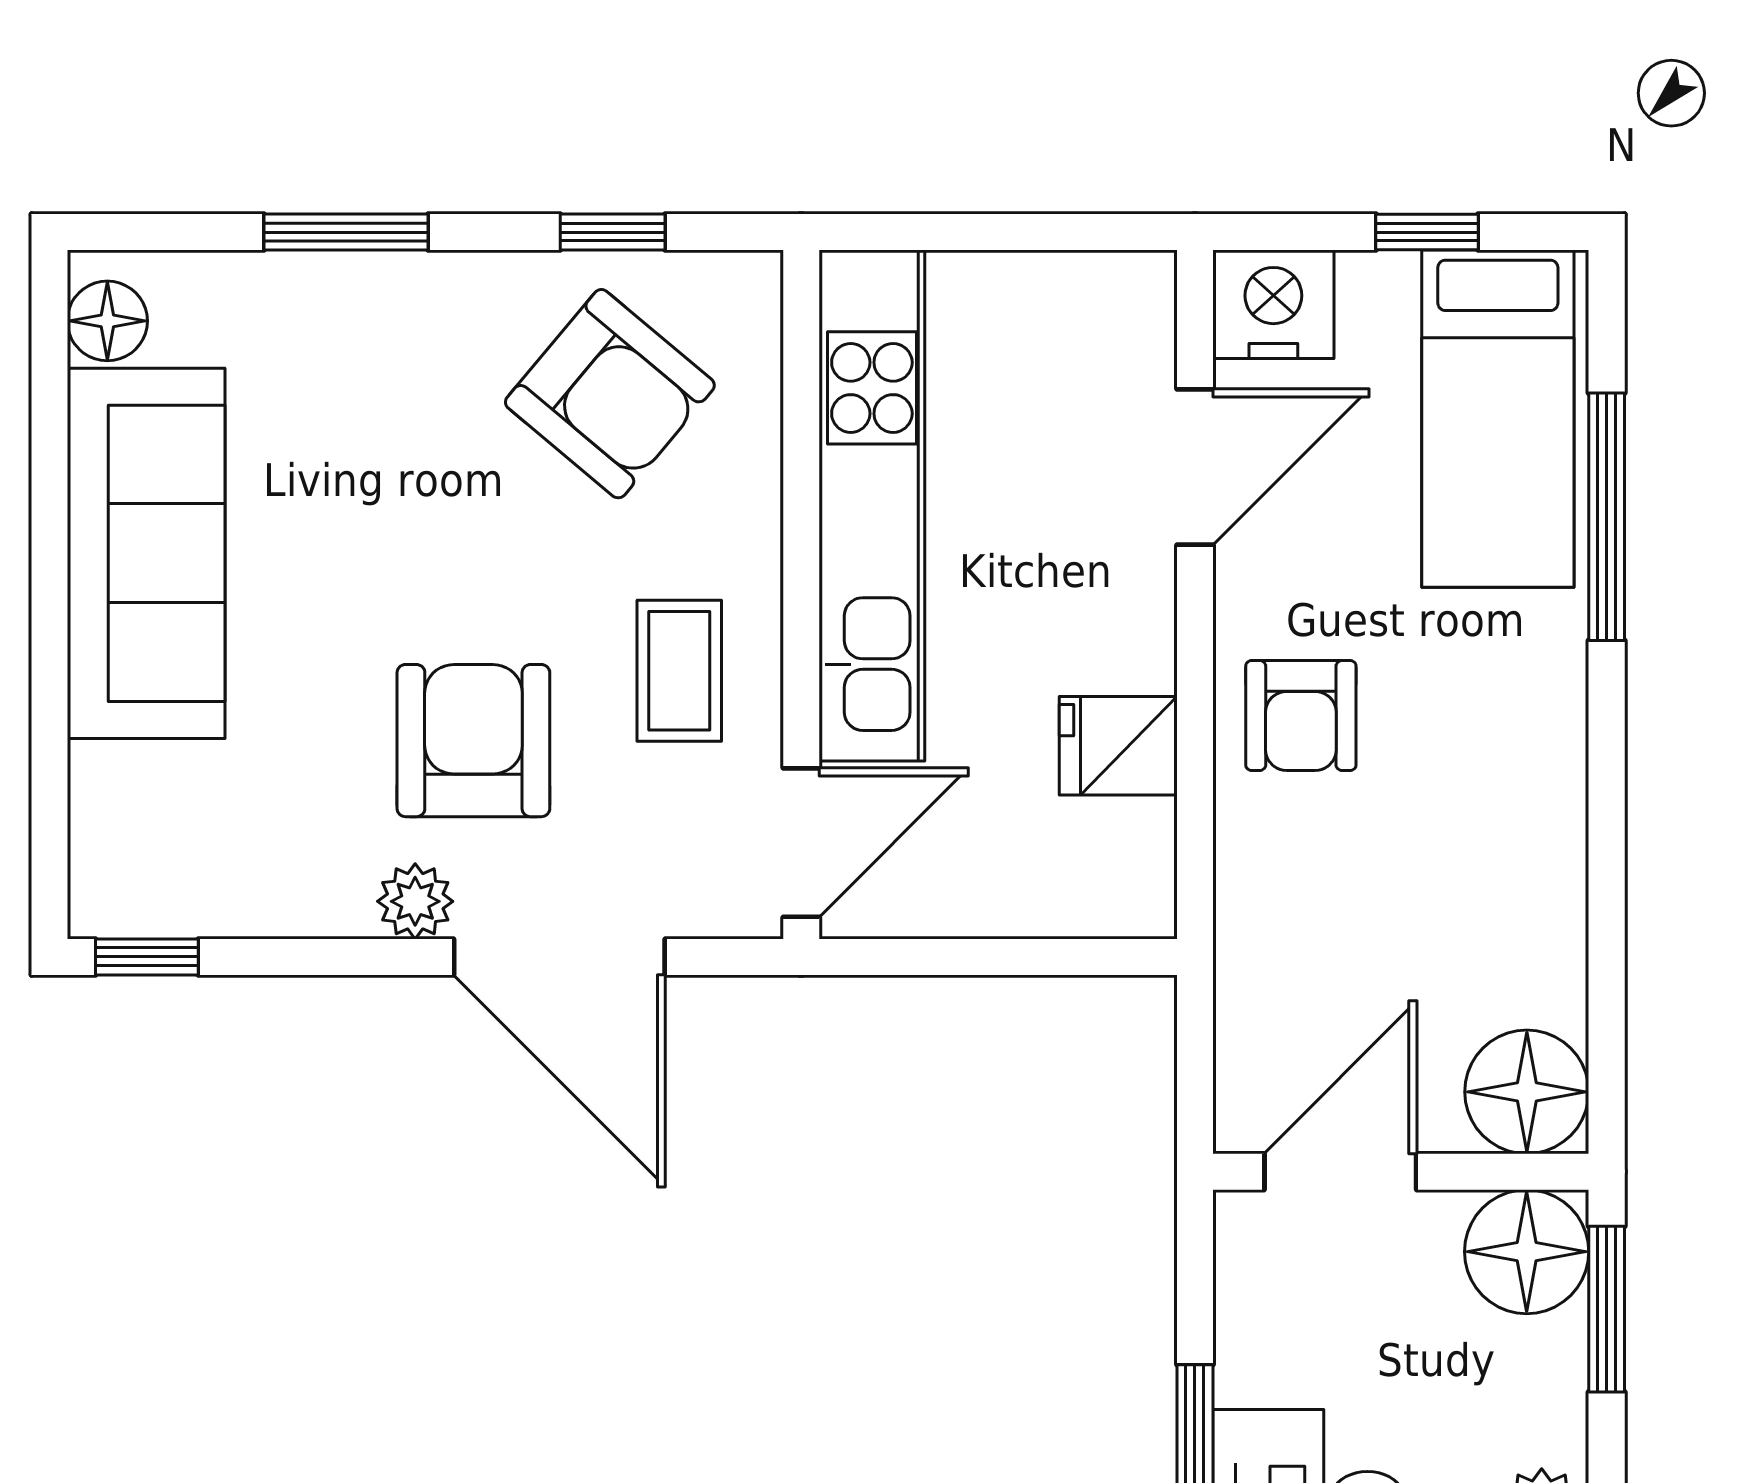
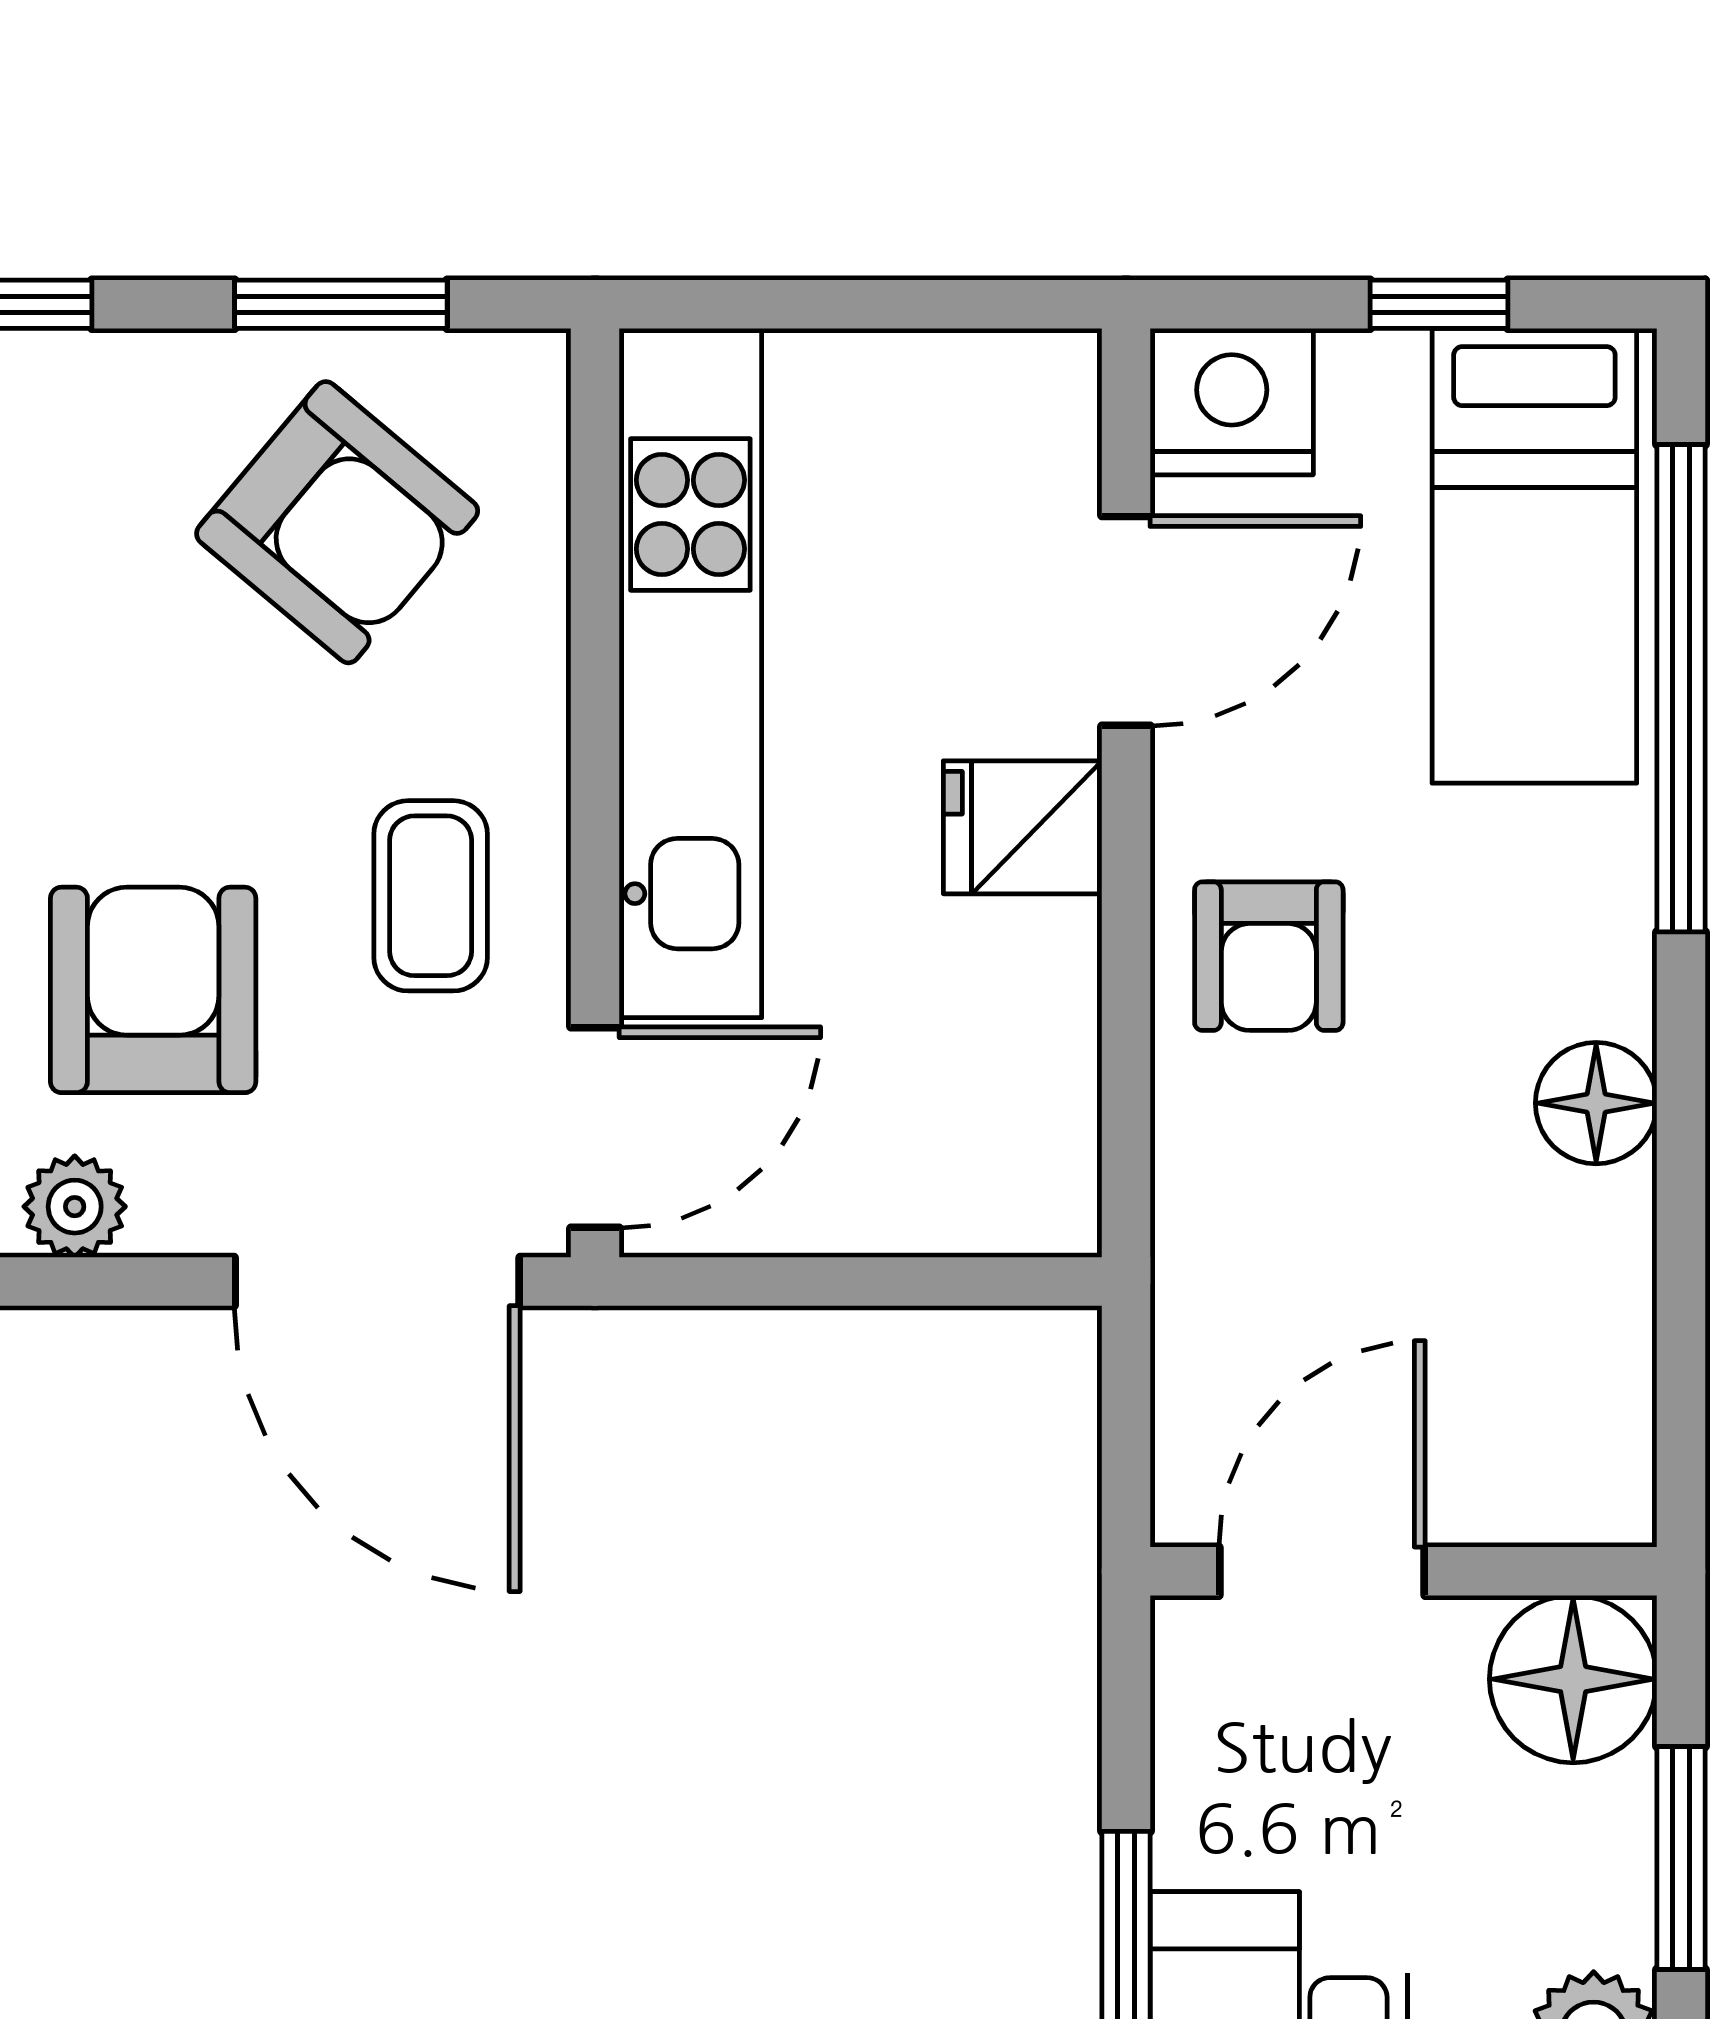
window: (613, 232) -> (341, 304), width x1.50
window: (1607, 517) -> (1681, 688), width x1.46
fridge: (1118, 746) -> (1023, 827), moved
door: (559, 957) -> (377, 1282), moved
floor lamp: (1527, 1092) -> (1596, 1103), moved, width x0.73, depth x0.73
window: (1607, 1309) -> (1681, 1858), moved

